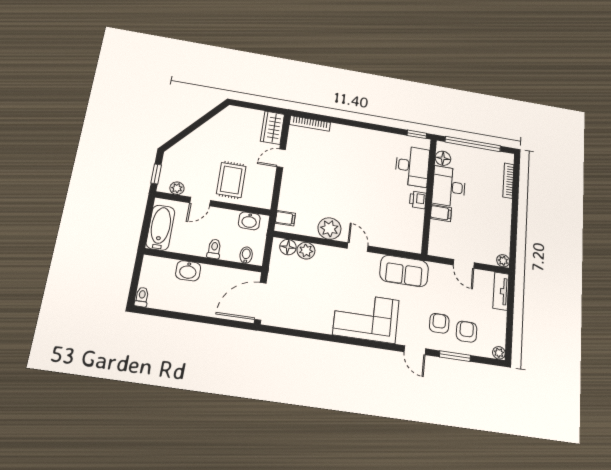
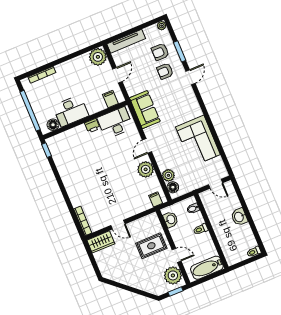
desk: (412, 166) -> (115, 123), moved
plant: (177, 188) -> (173, 275), width x1.87, depth x1.87
filing cabinet: (441, 213) -> (110, 99), moved
plant: (503, 261) -> (98, 57), width x1.87, depth x1.87
washbasin: (188, 271) -> (239, 217), moved, turned 180
tv unit: (501, 291) -> (126, 41), width x1.41
door: (260, 301) -> (216, 184), width x0.53
corner sofa: (366, 317) -> (198, 141), moved

